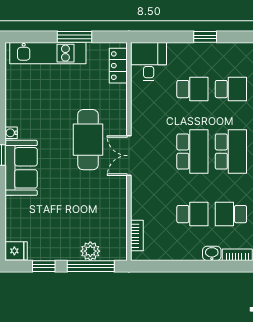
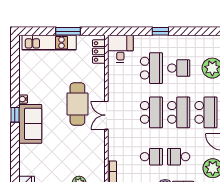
school desk: (192, 89) -> (151, 68), width x1.85

